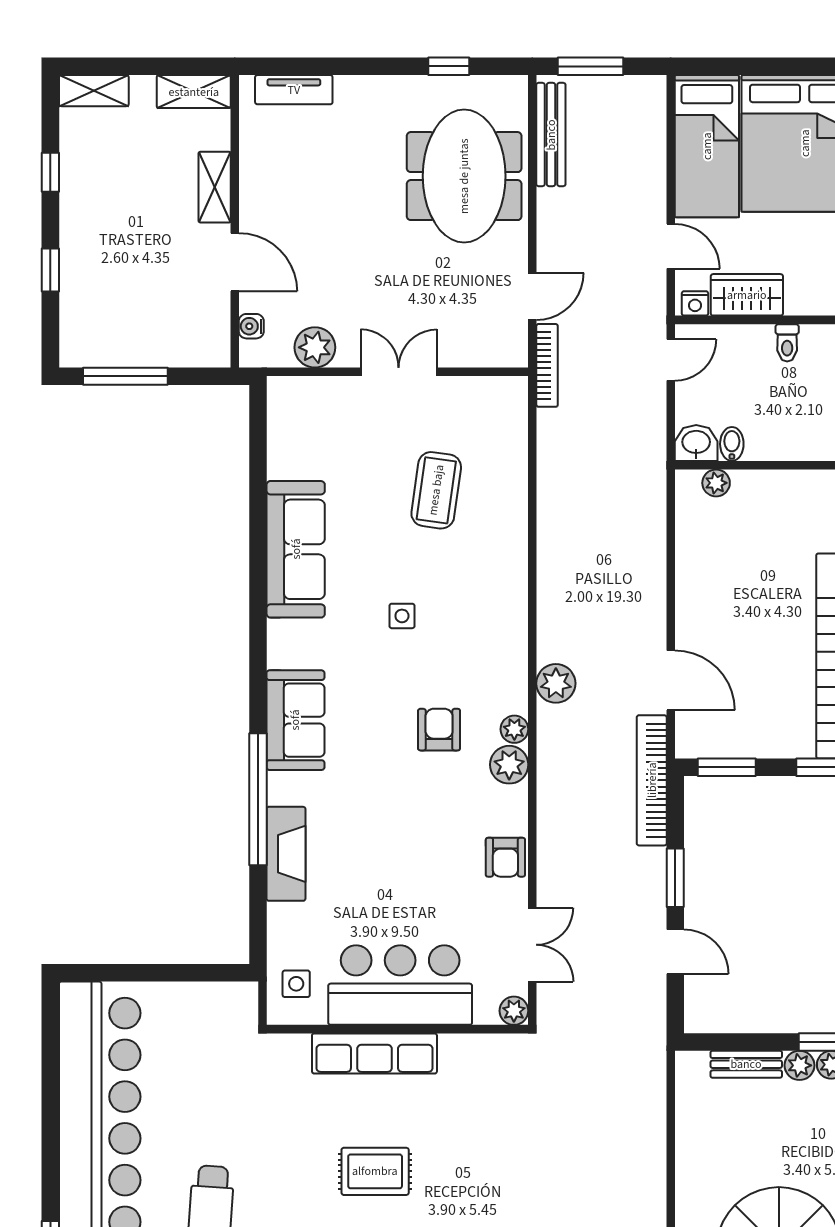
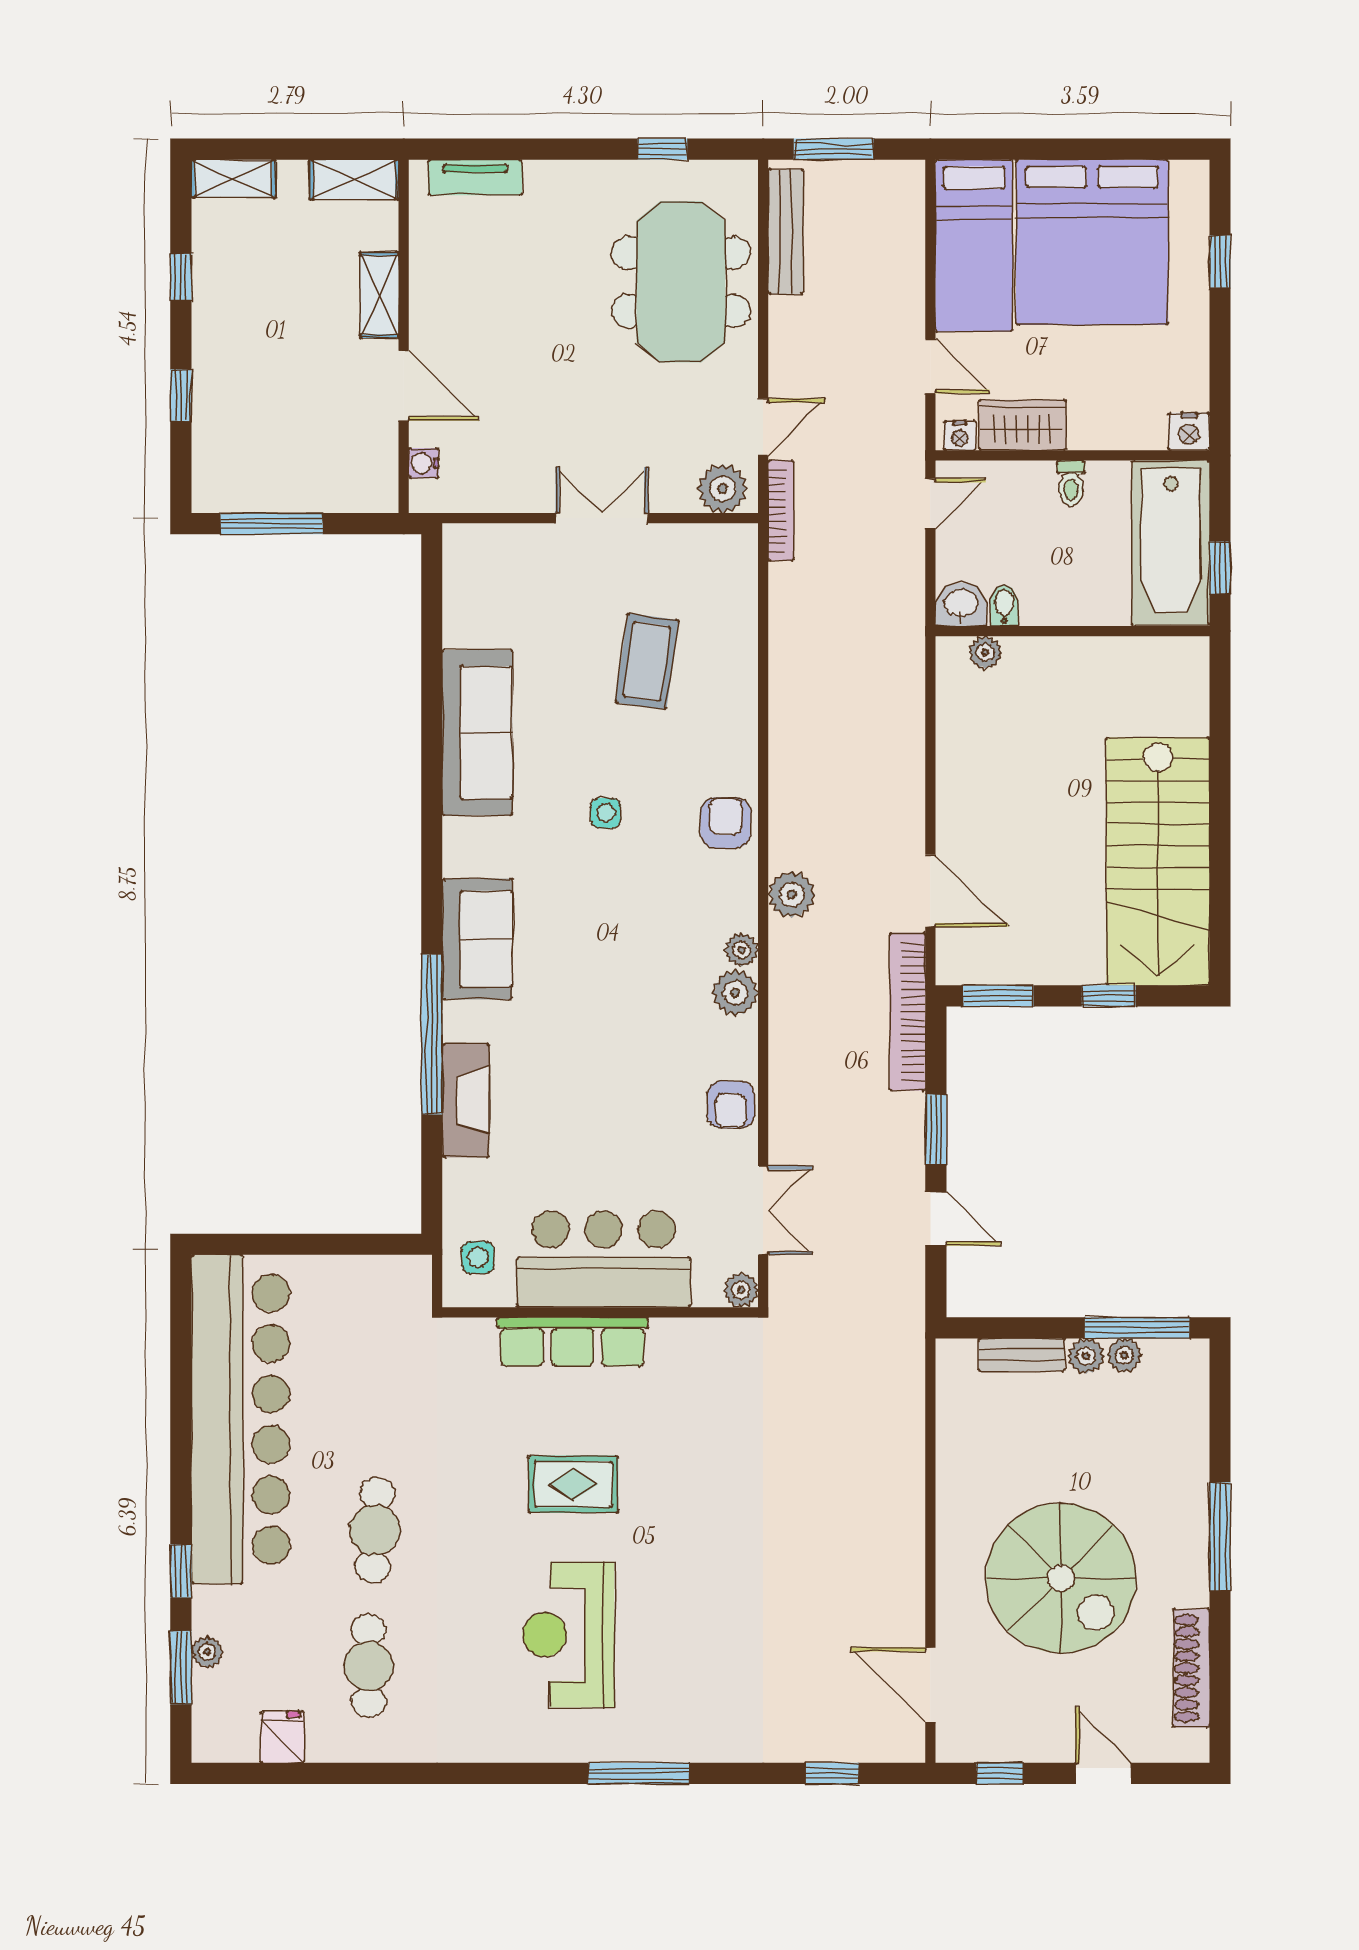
plant: (315, 347) -> (723, 489), moved
armchair: (439, 730) -> (726, 823), moved

